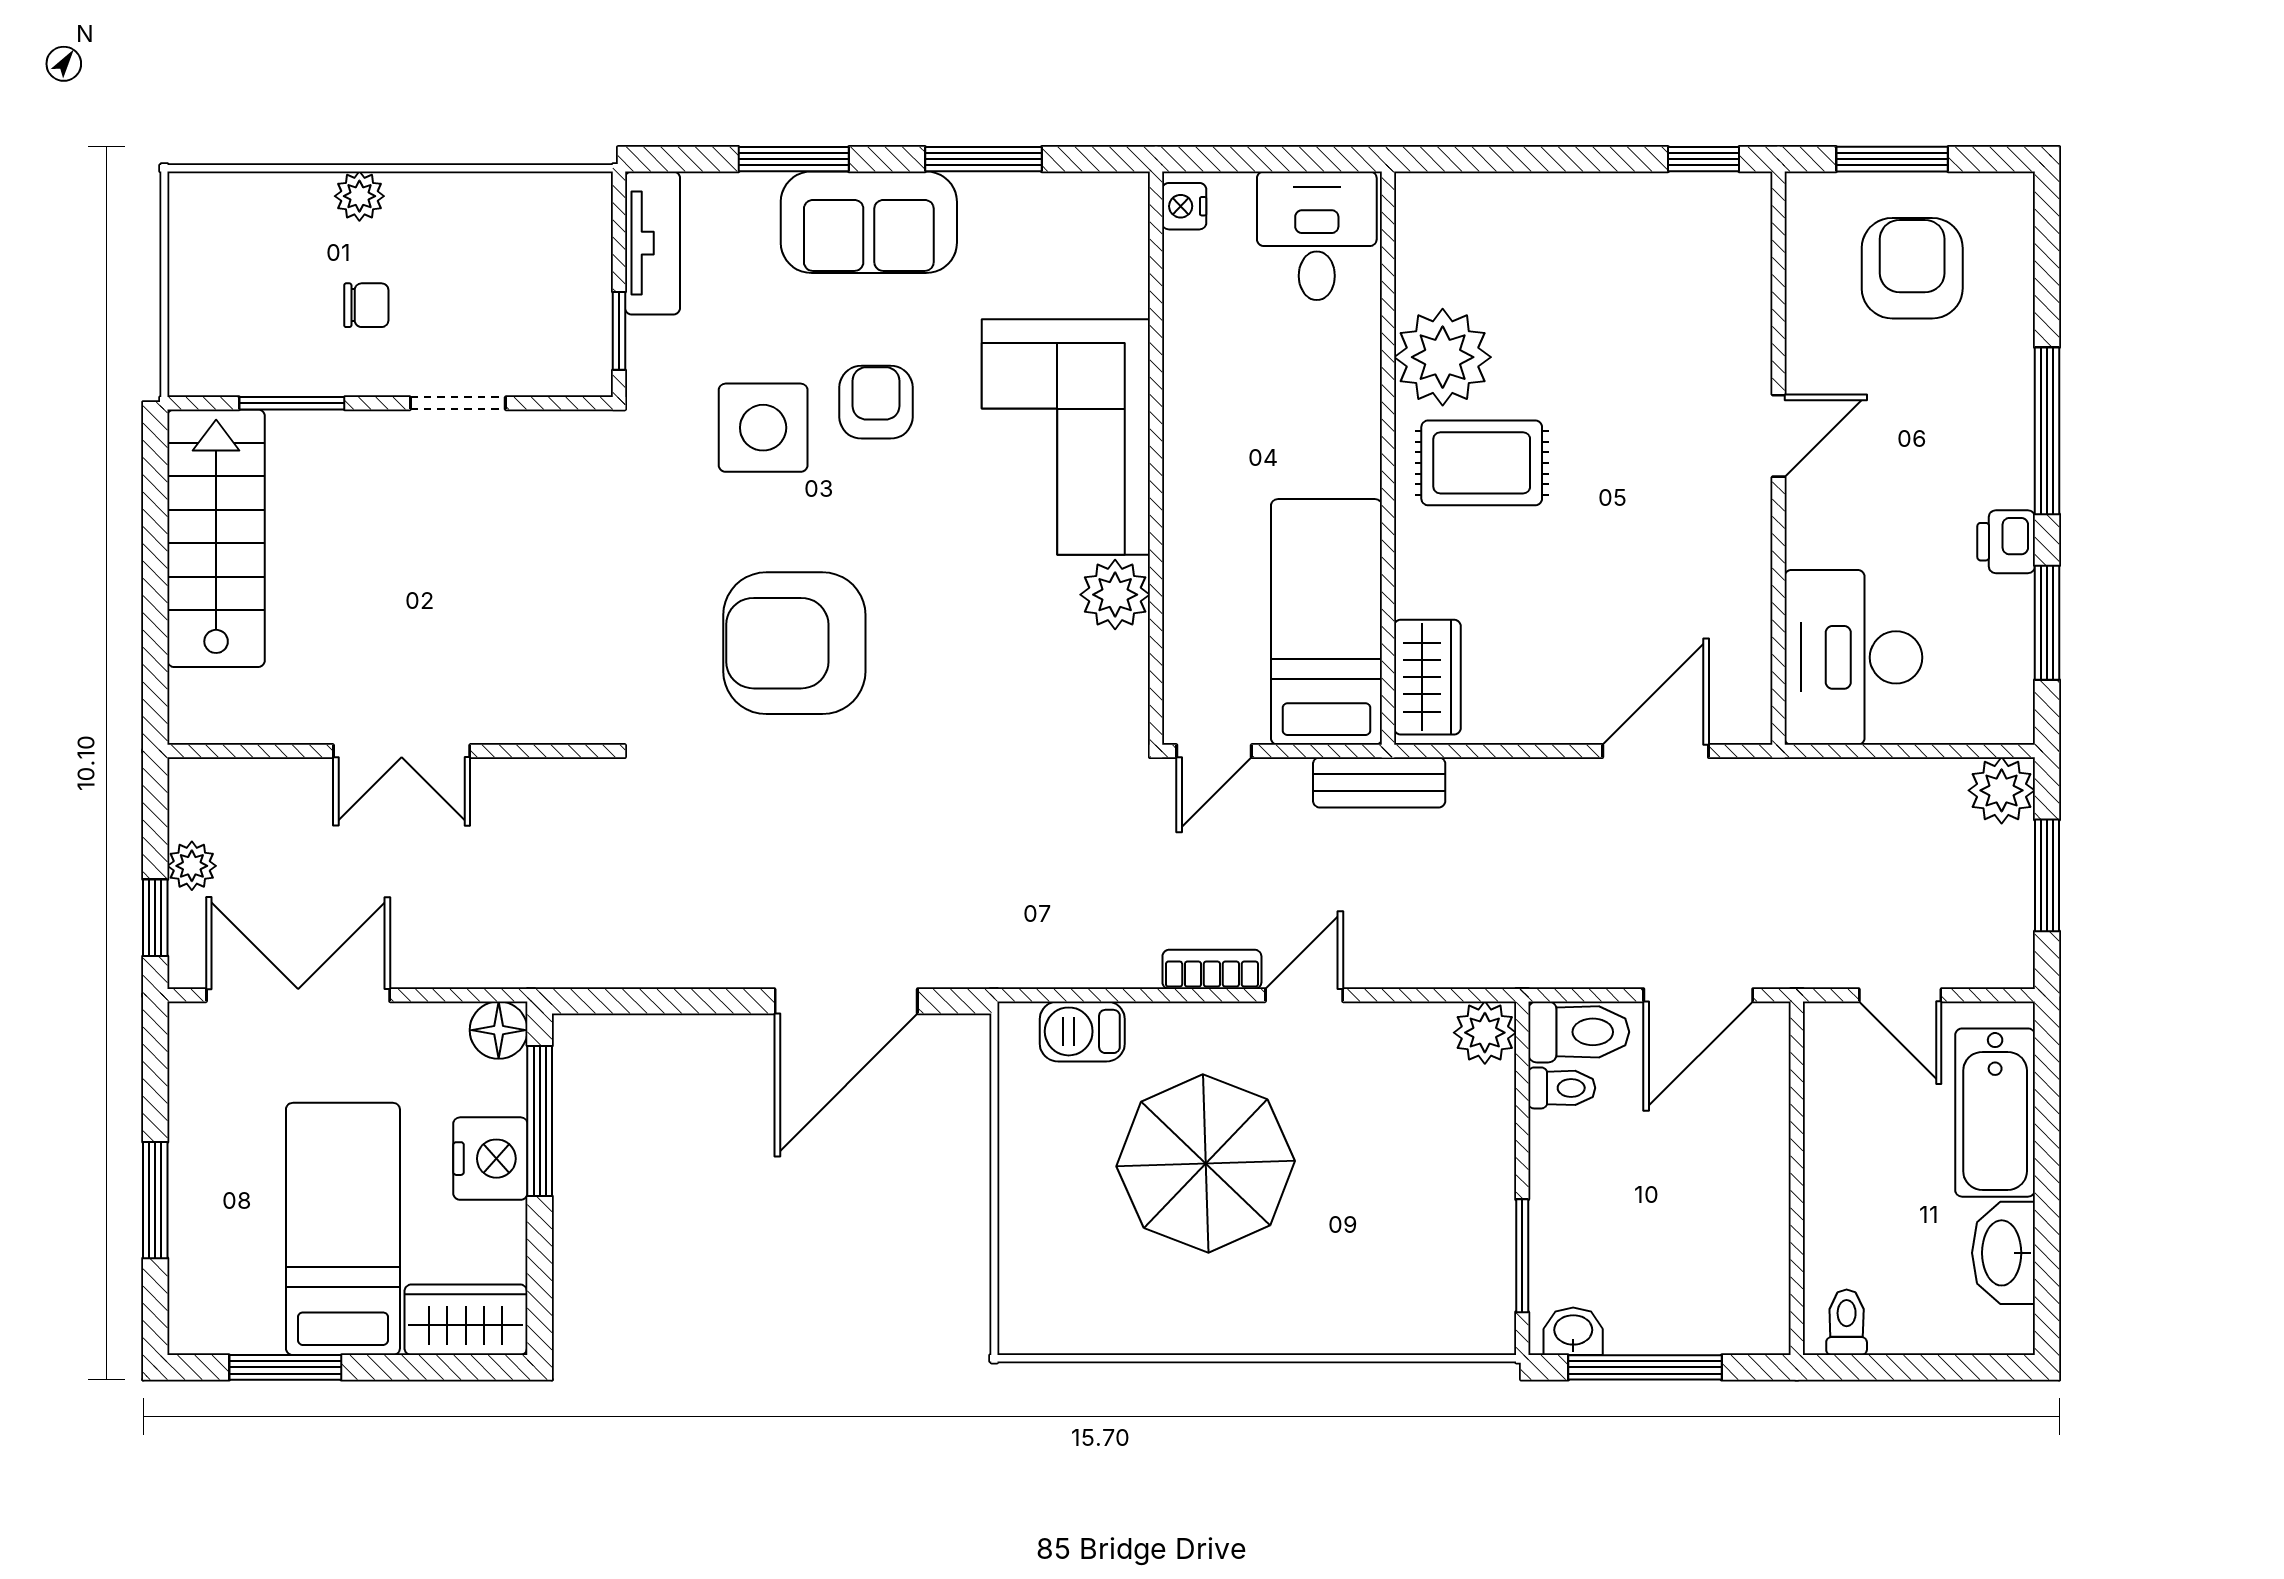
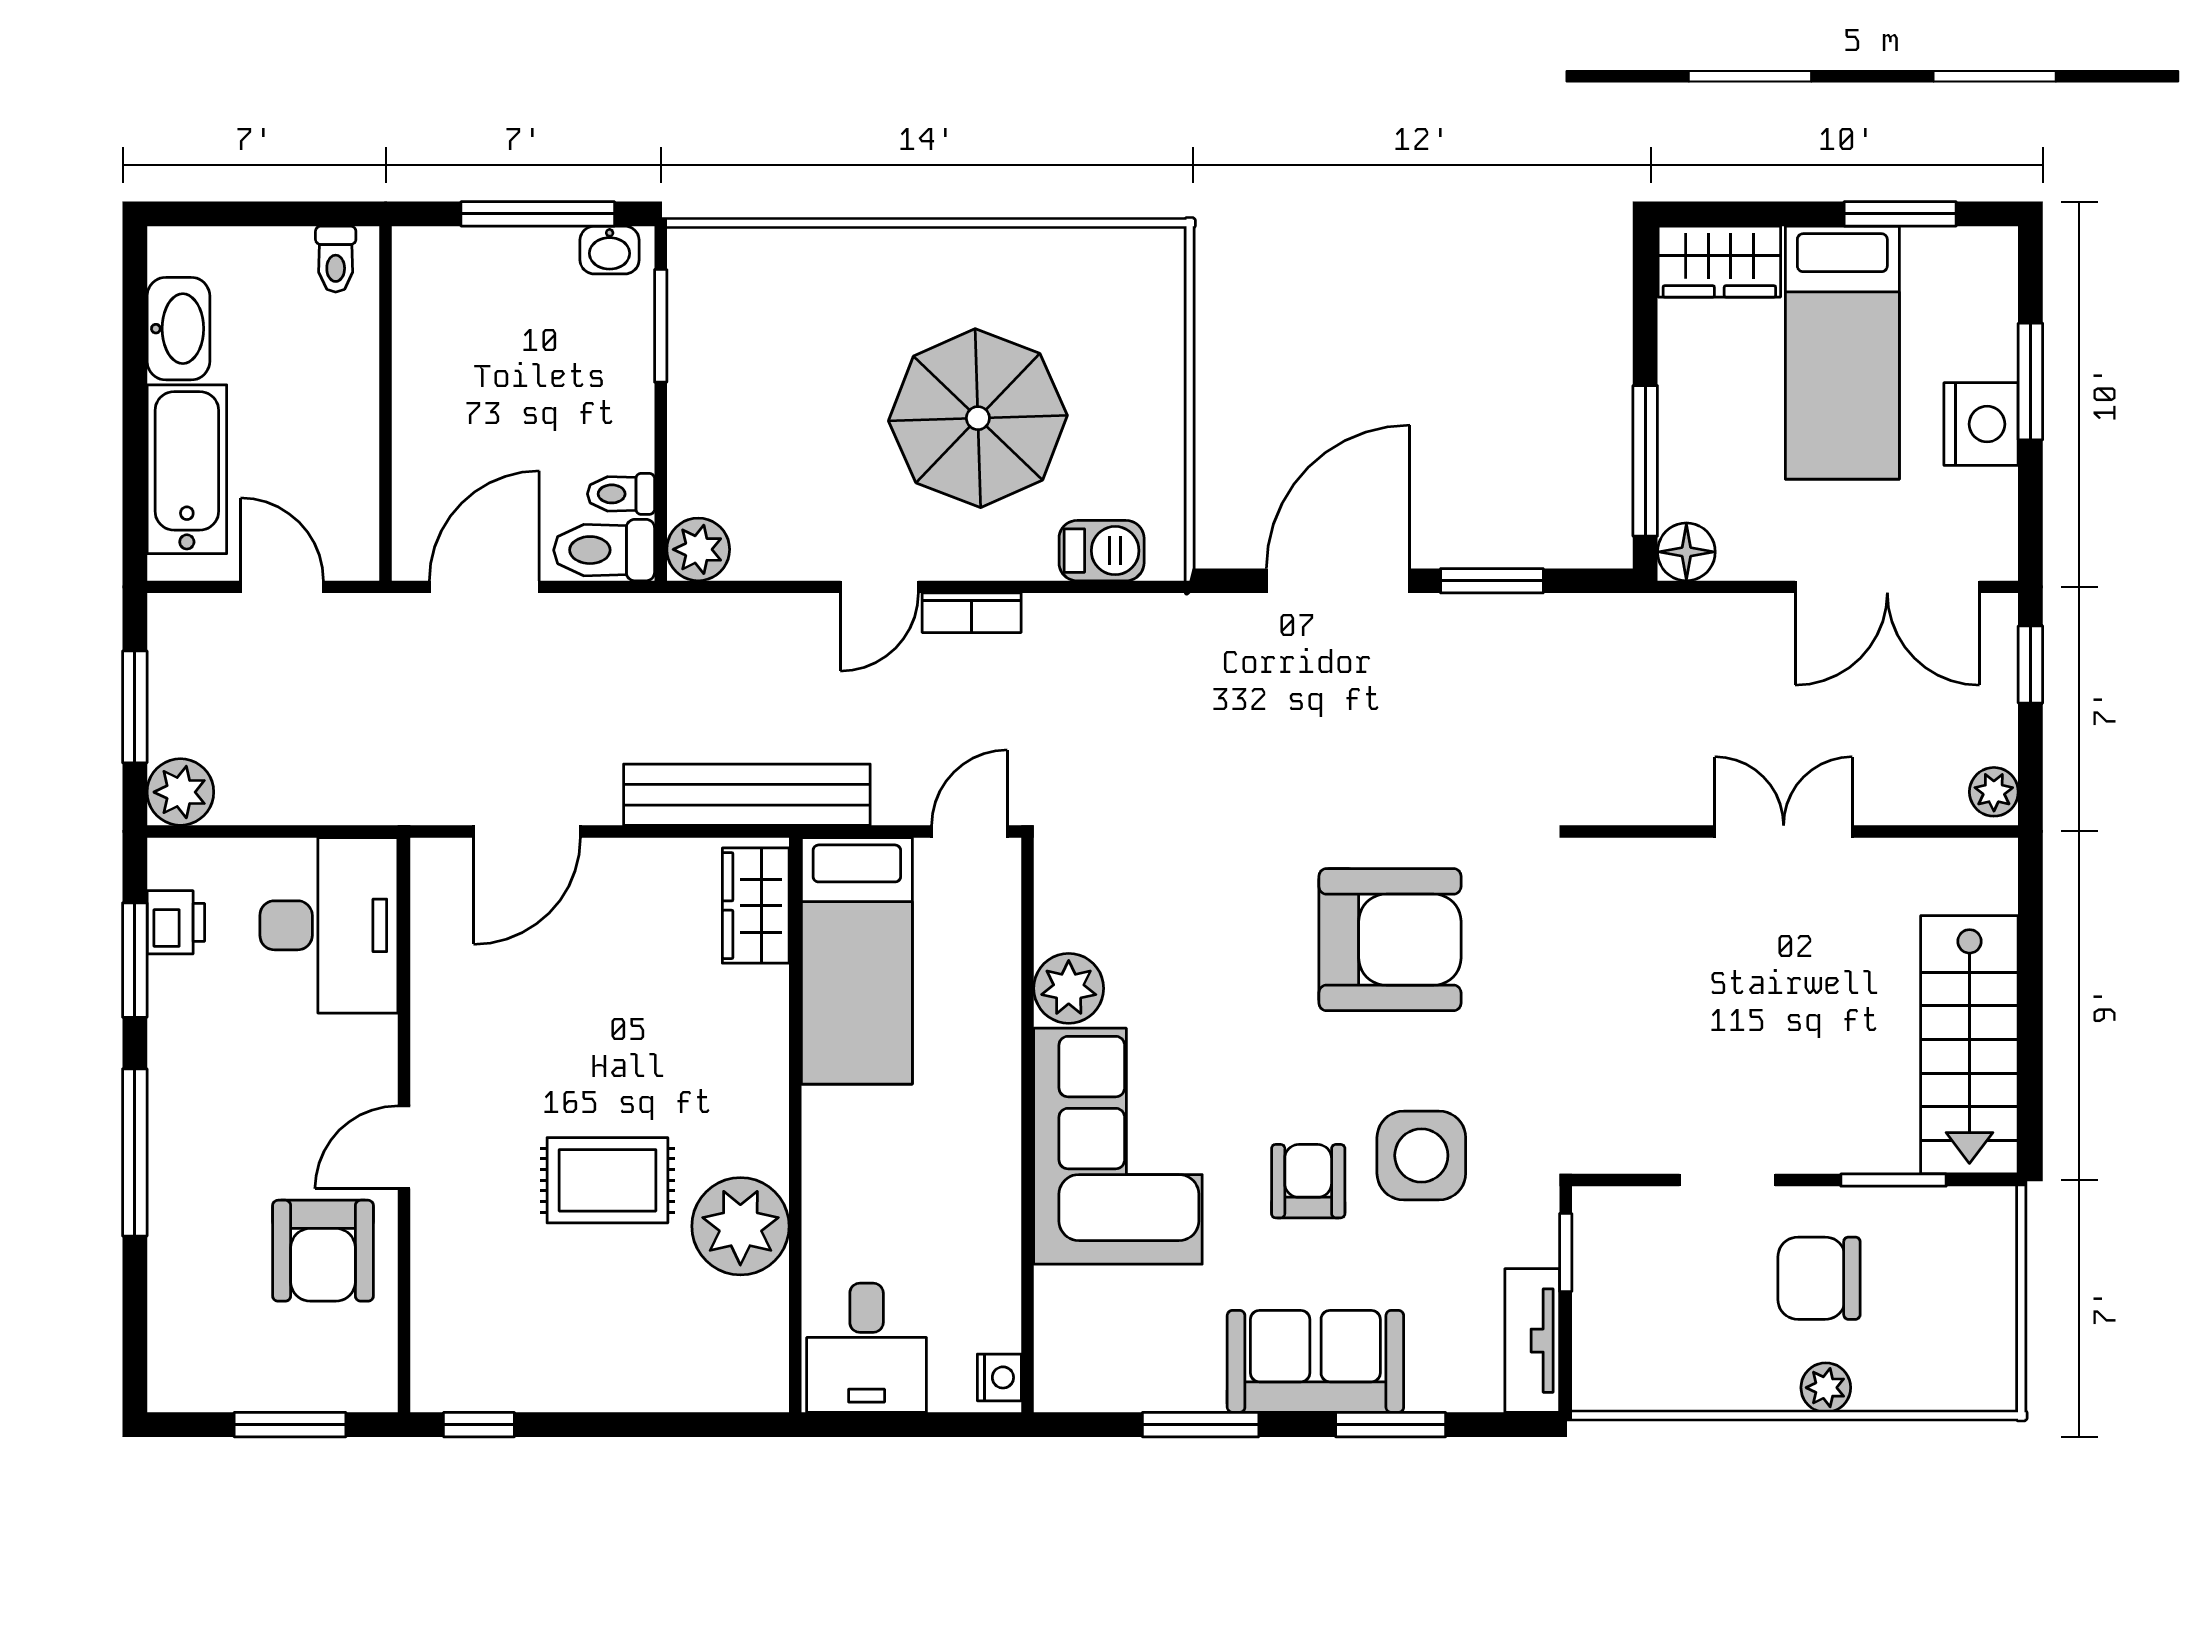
armchair: (1912, 268) -> (323, 1251), moved
chair: (366, 305) -> (1819, 1278), width x1.87, depth x1.87
armchair: (876, 402) -> (1308, 1181), turned 180
rug: (1482, 463) -> (607, 1180), moved
printer: (2006, 542) -> (176, 922), moved
bench: (1379, 782) -> (747, 795), width x1.86, depth x1.21
plant: (192, 866) -> (1994, 792), moved
window: (693, 1001) -> (1492, 581), added
nightstand: (490, 1159) -> (1981, 424), moved, turned 180

